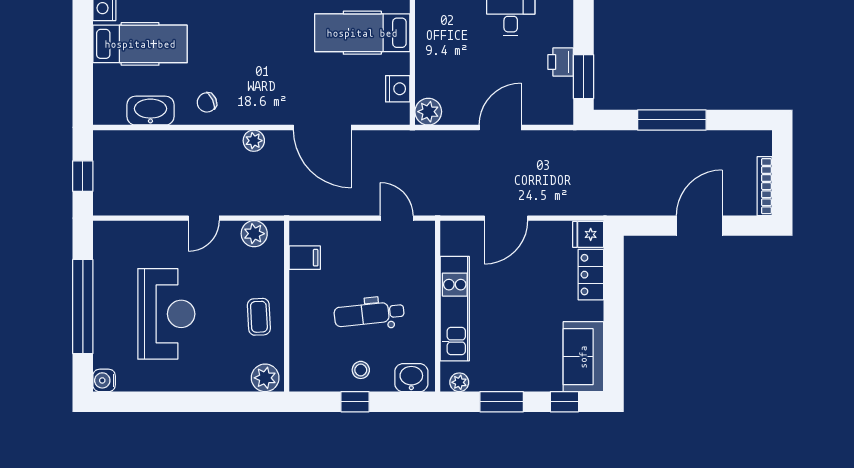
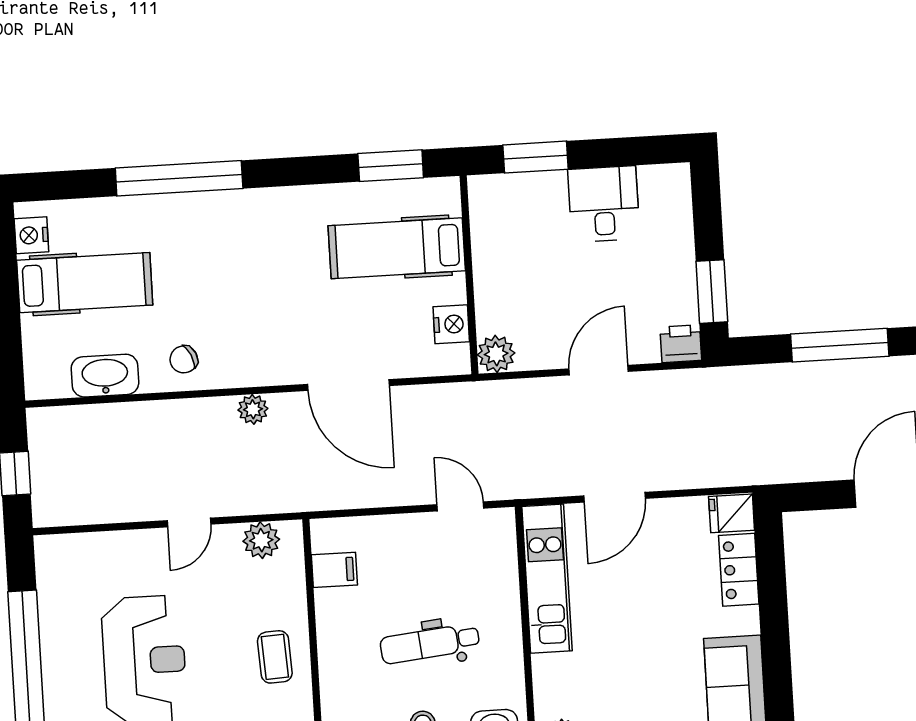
printer: (561, 62) -> (681, 344), moved, turned 90
kitchen unit: (455, 309) -> (547, 579), moved

